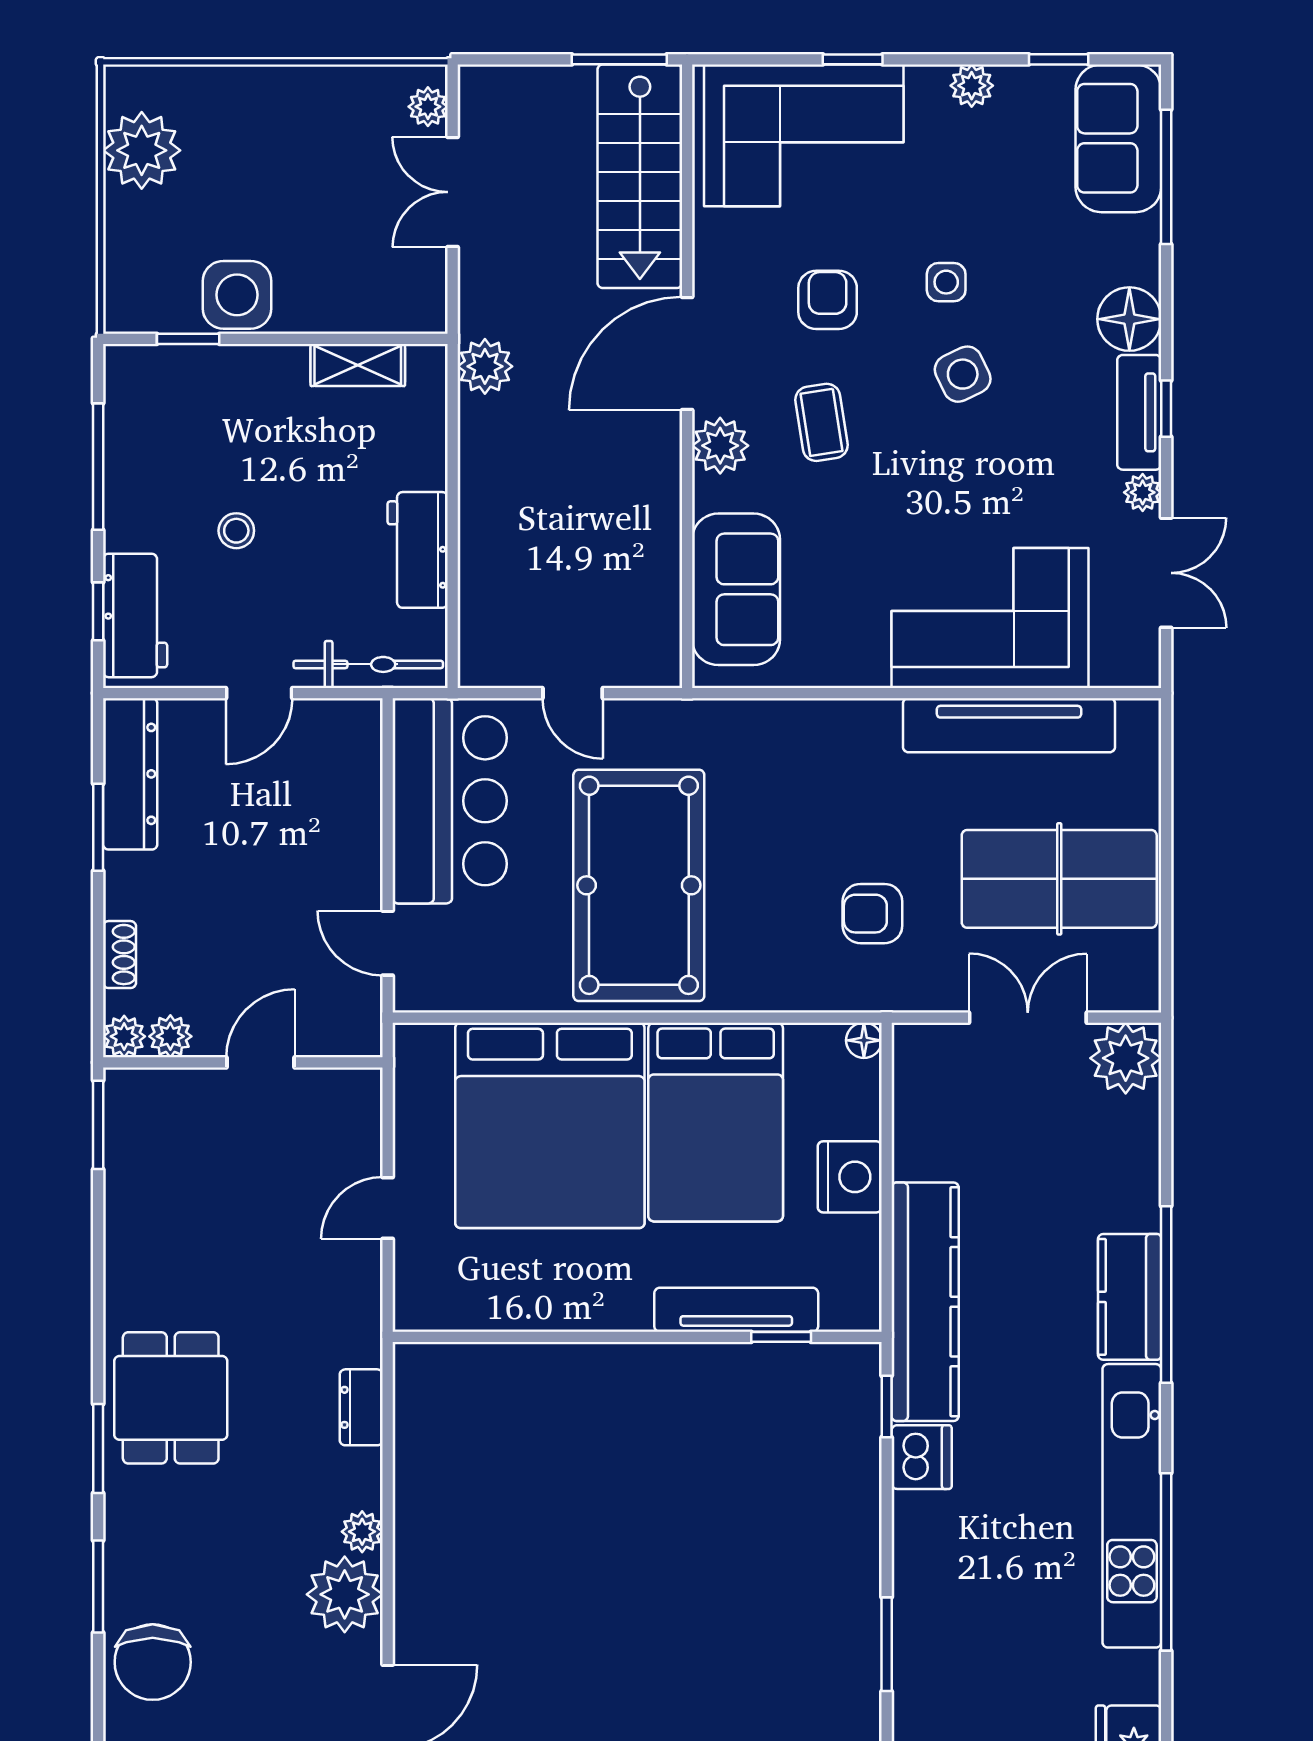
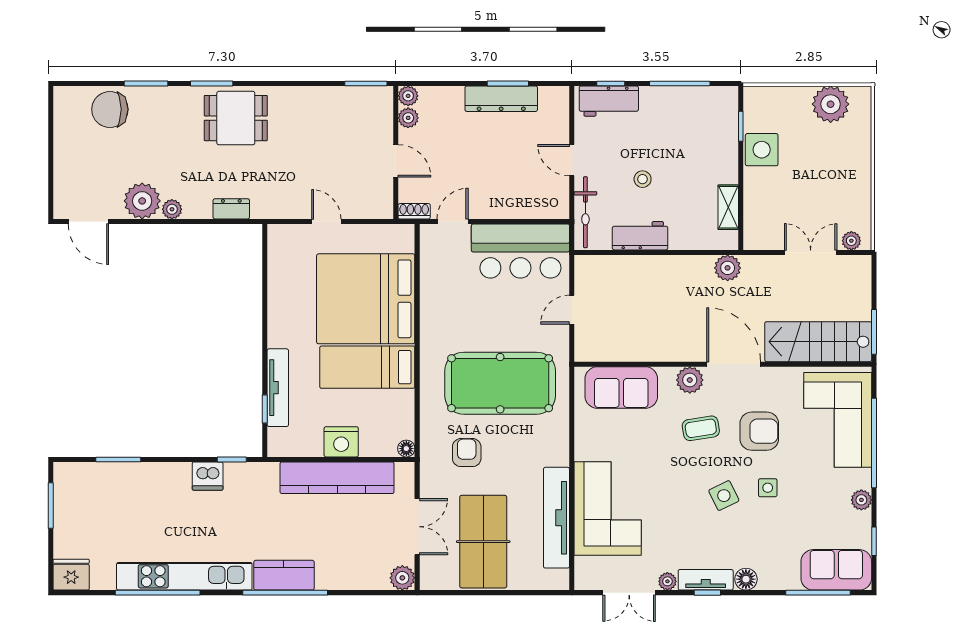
window: (853, 59) -> (874, 443), width x3.17
armchair: (828, 300) -> (759, 431), width x1.38, depth x1.38
floor lamp: (1129, 319) -> (746, 579), width x0.73, depth x0.73
stool: (236, 531) -> (643, 179), moved
dresser: (130, 774) -> (501, 99), moved
pool table: (639, 885) -> (500, 383), moved
shoe rack: (119, 955) -> (414, 211), moved, turned 180
plant: (1126, 1058) -> (402, 578), width x0.73, depth x0.73
bed: (716, 1122) -> (367, 367), width x0.67
kitchen counter: (925, 1302) -> (337, 478), moved

